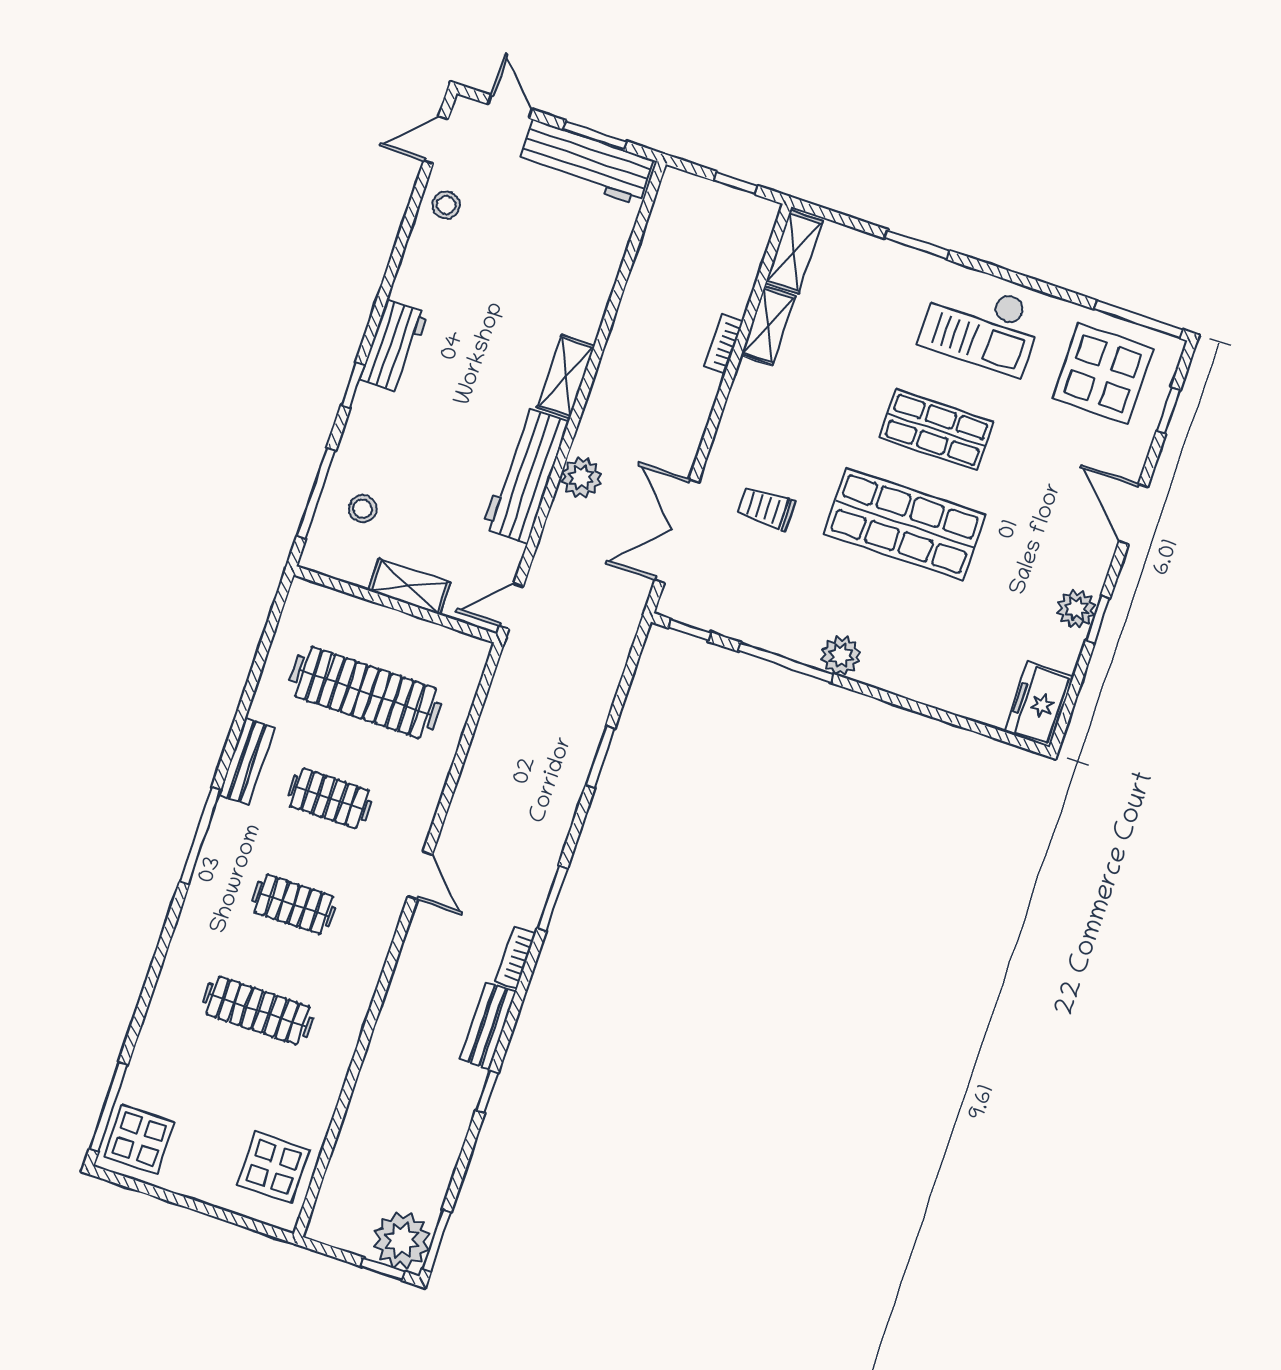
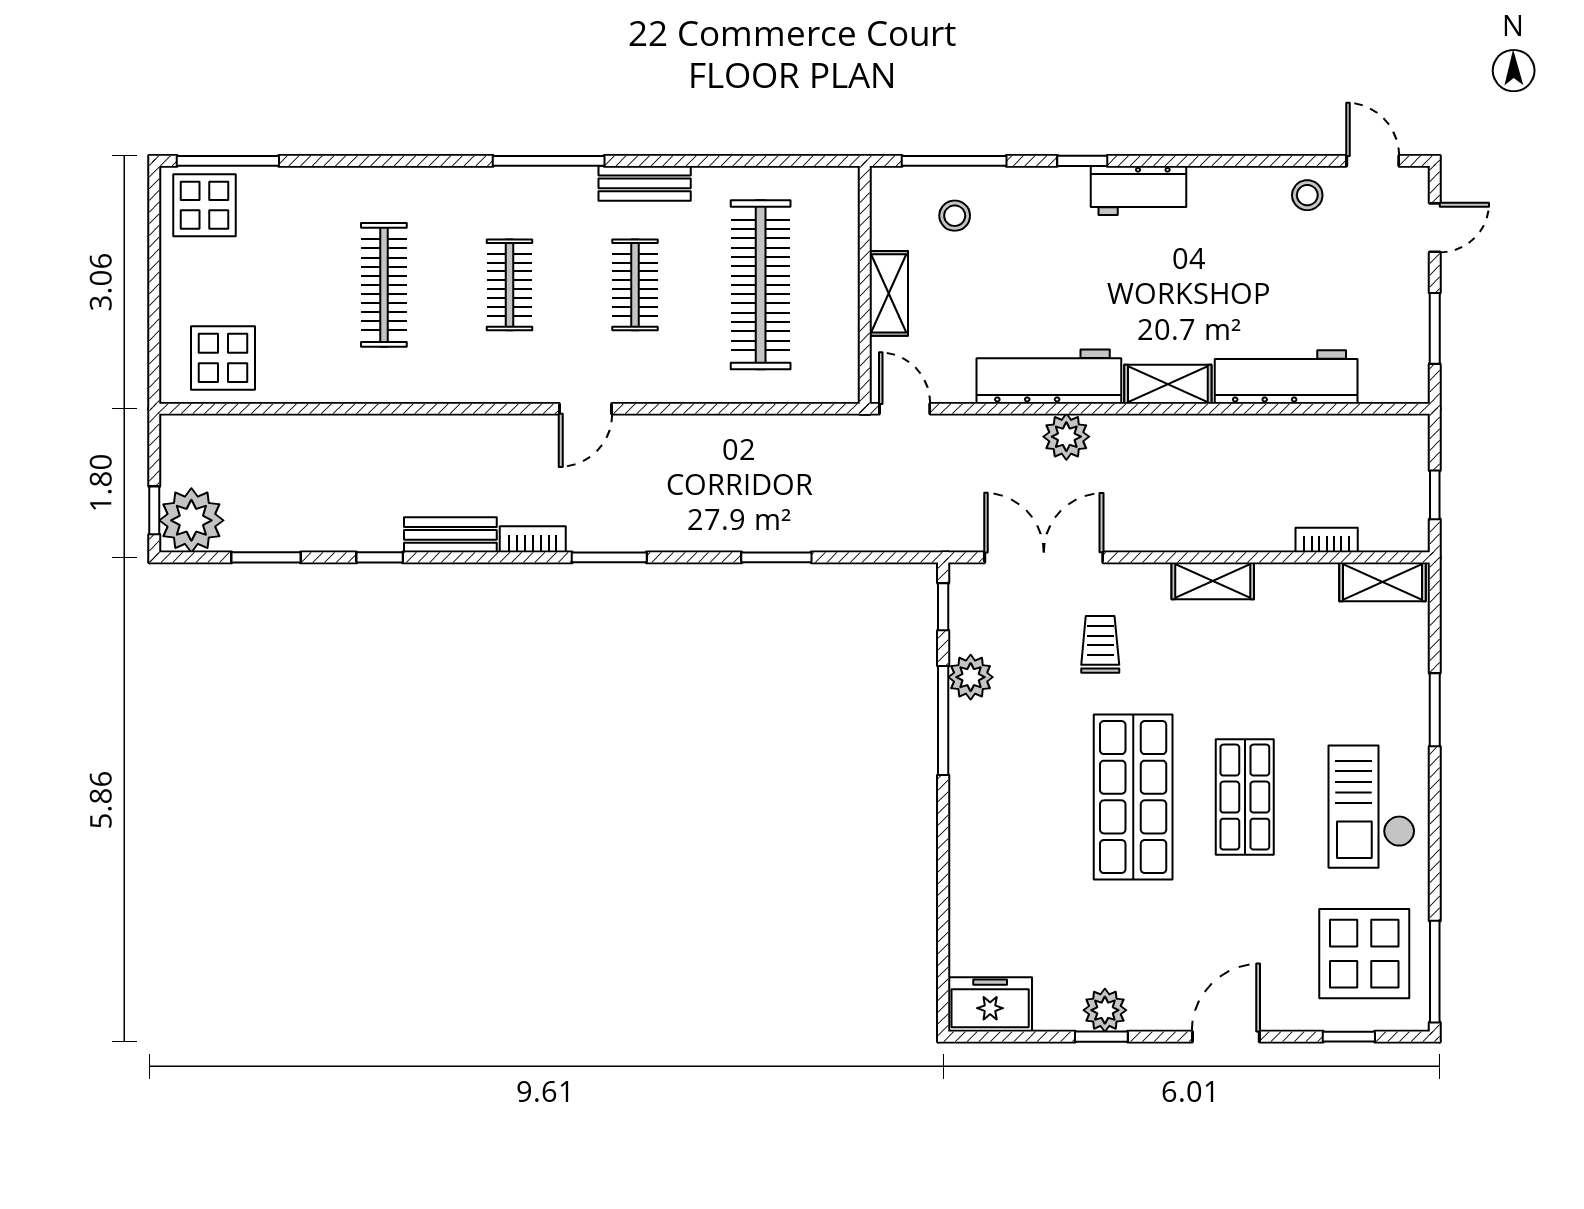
workbench: (586, 162) -> (1286, 377), moved, turned 90
shelving: (768, 326) -> (1213, 581), moved
bookcase: (724, 344) -> (1327, 540), moved
plant: (841, 656) -> (971, 677), moved
window: (437, 1240) -> (266, 557), moved

